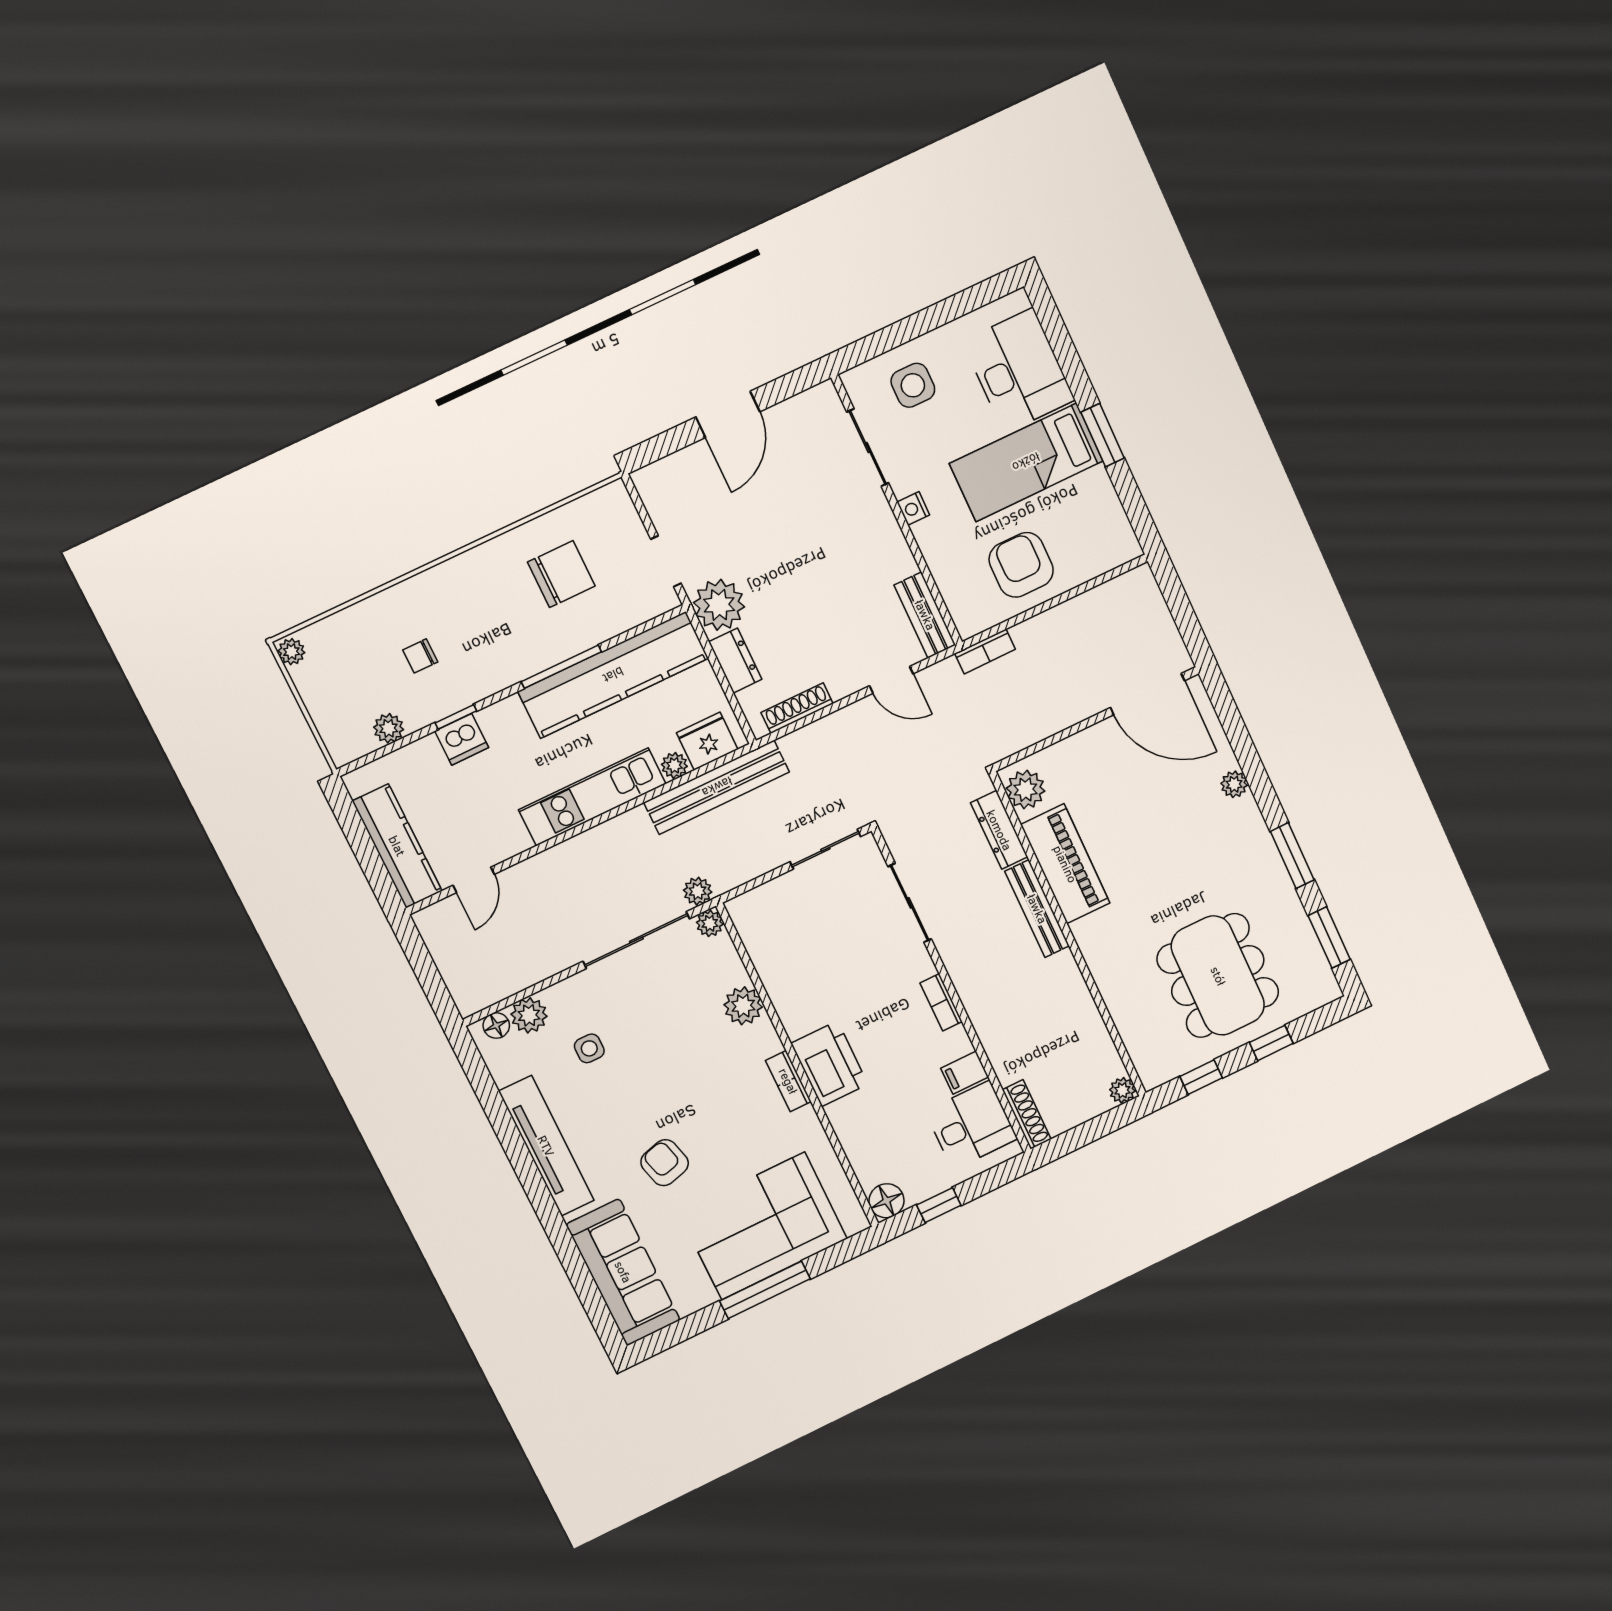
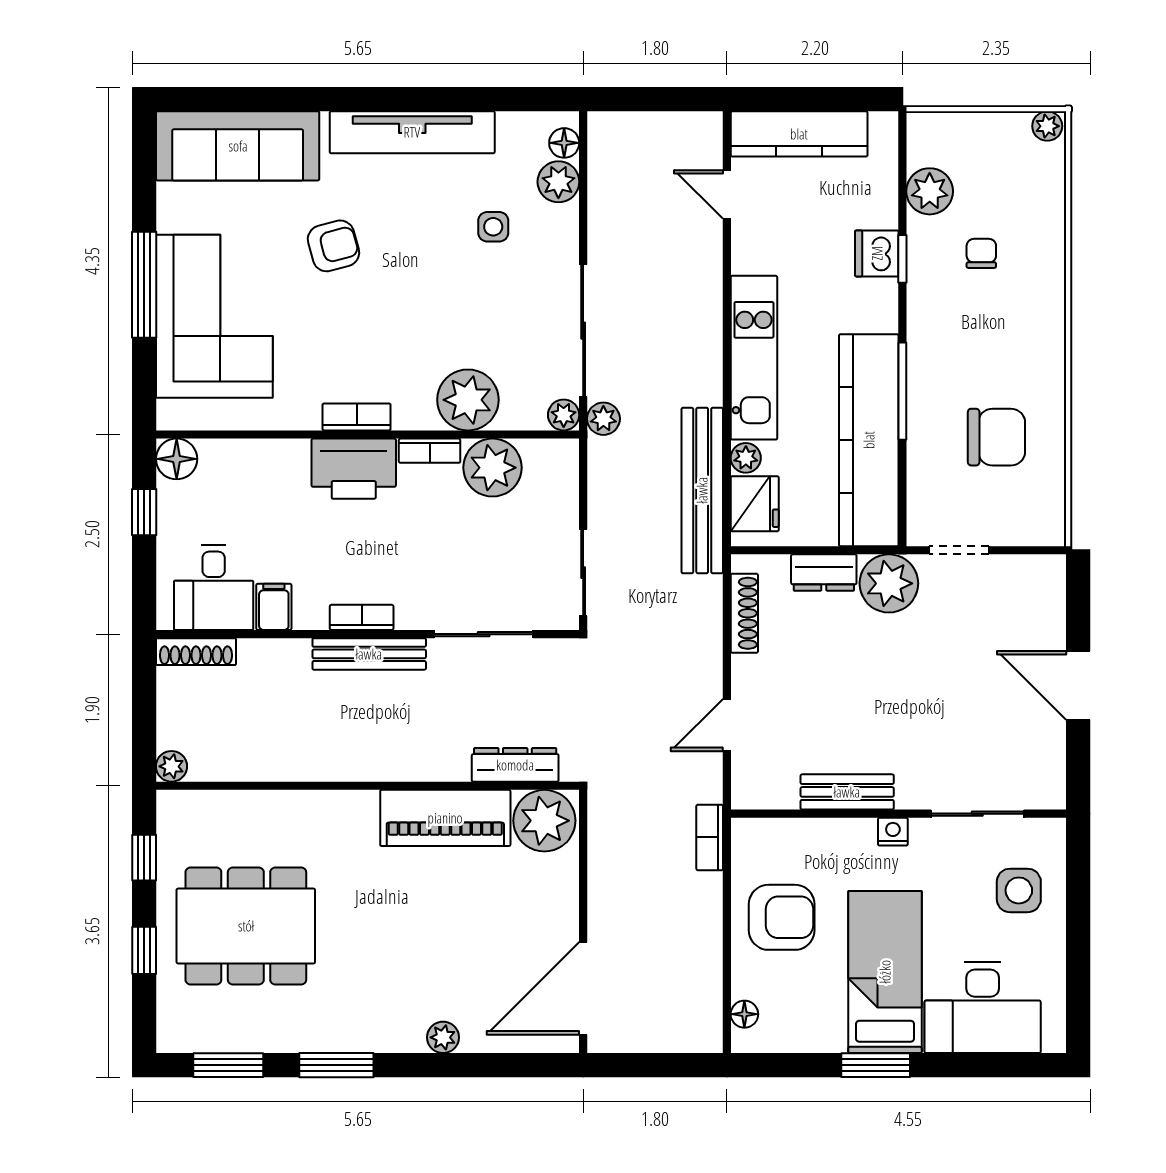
floor lamp: (1110, 558) -> (744, 1014), added
chair: (561, 574) -> (996, 437), turned -90
bench: (925, 615) -> (847, 792), moved
plant: (389, 728) -> (930, 191), width x1.38, depth x1.38
plant: (1026, 790) -> (544, 821), width x1.36, depth x1.36
bench: (1037, 909) -> (369, 654), moved
plant: (777, 958) -> (492, 468), added
plant: (743, 1006) -> (468, 400), width x1.36, depth x1.36
bookcase: (788, 1013) -> (430, 451), added

